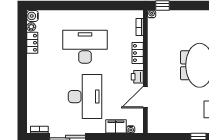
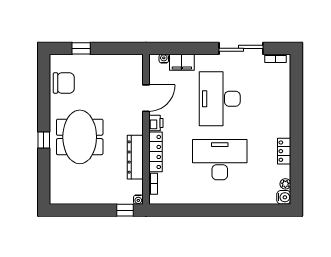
locker: (32, 43) -> (284, 151), moved
desk: (85, 47) -> (220, 160), turned 180
dresser: (154, 49) -> (135, 157), added
locker: (138, 53) -> (155, 152), width x1.53

